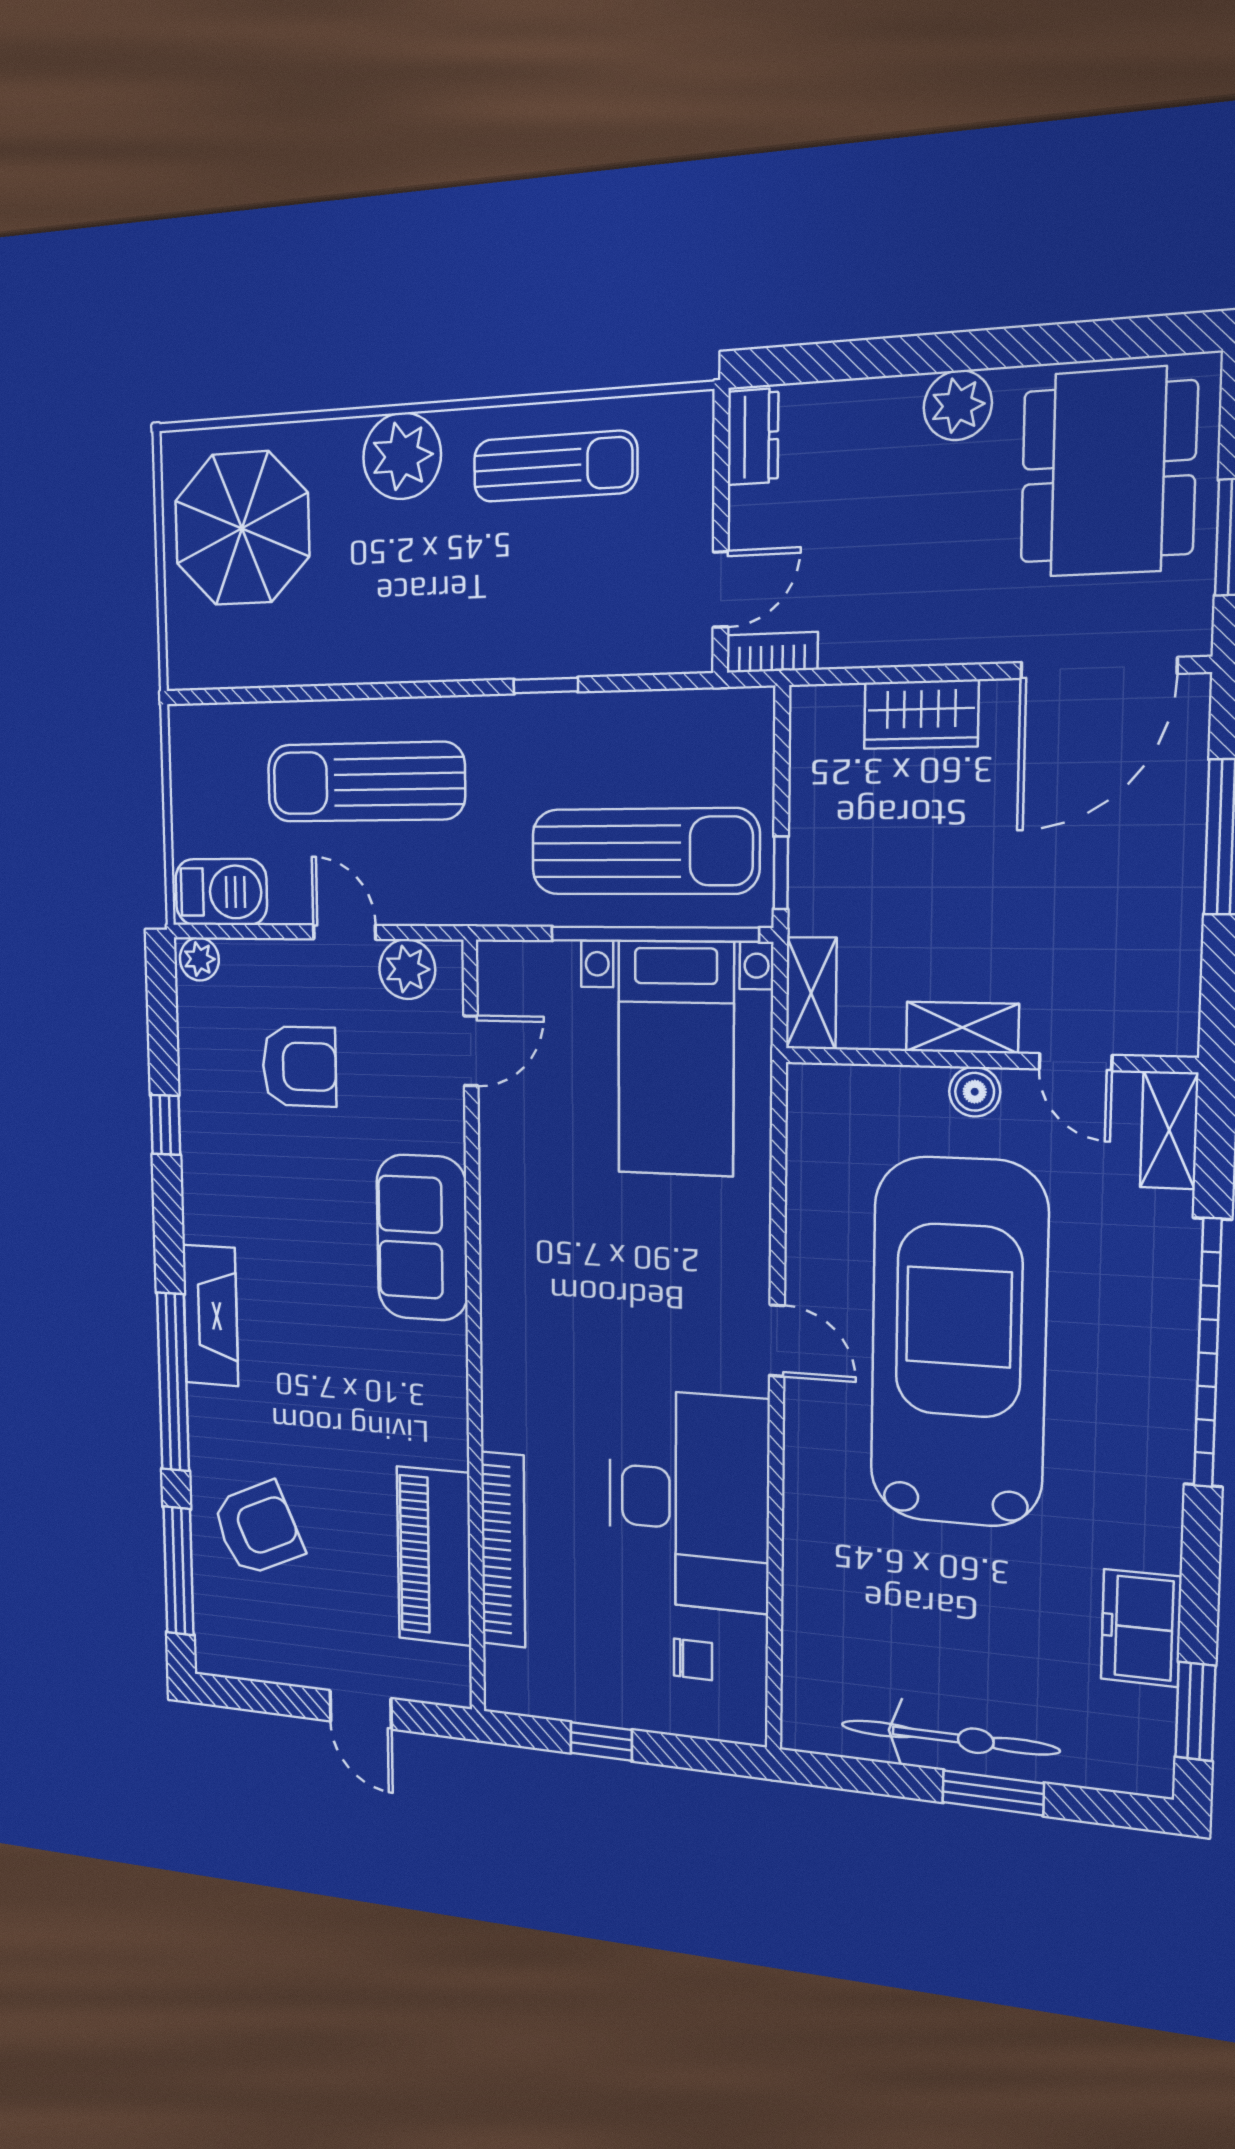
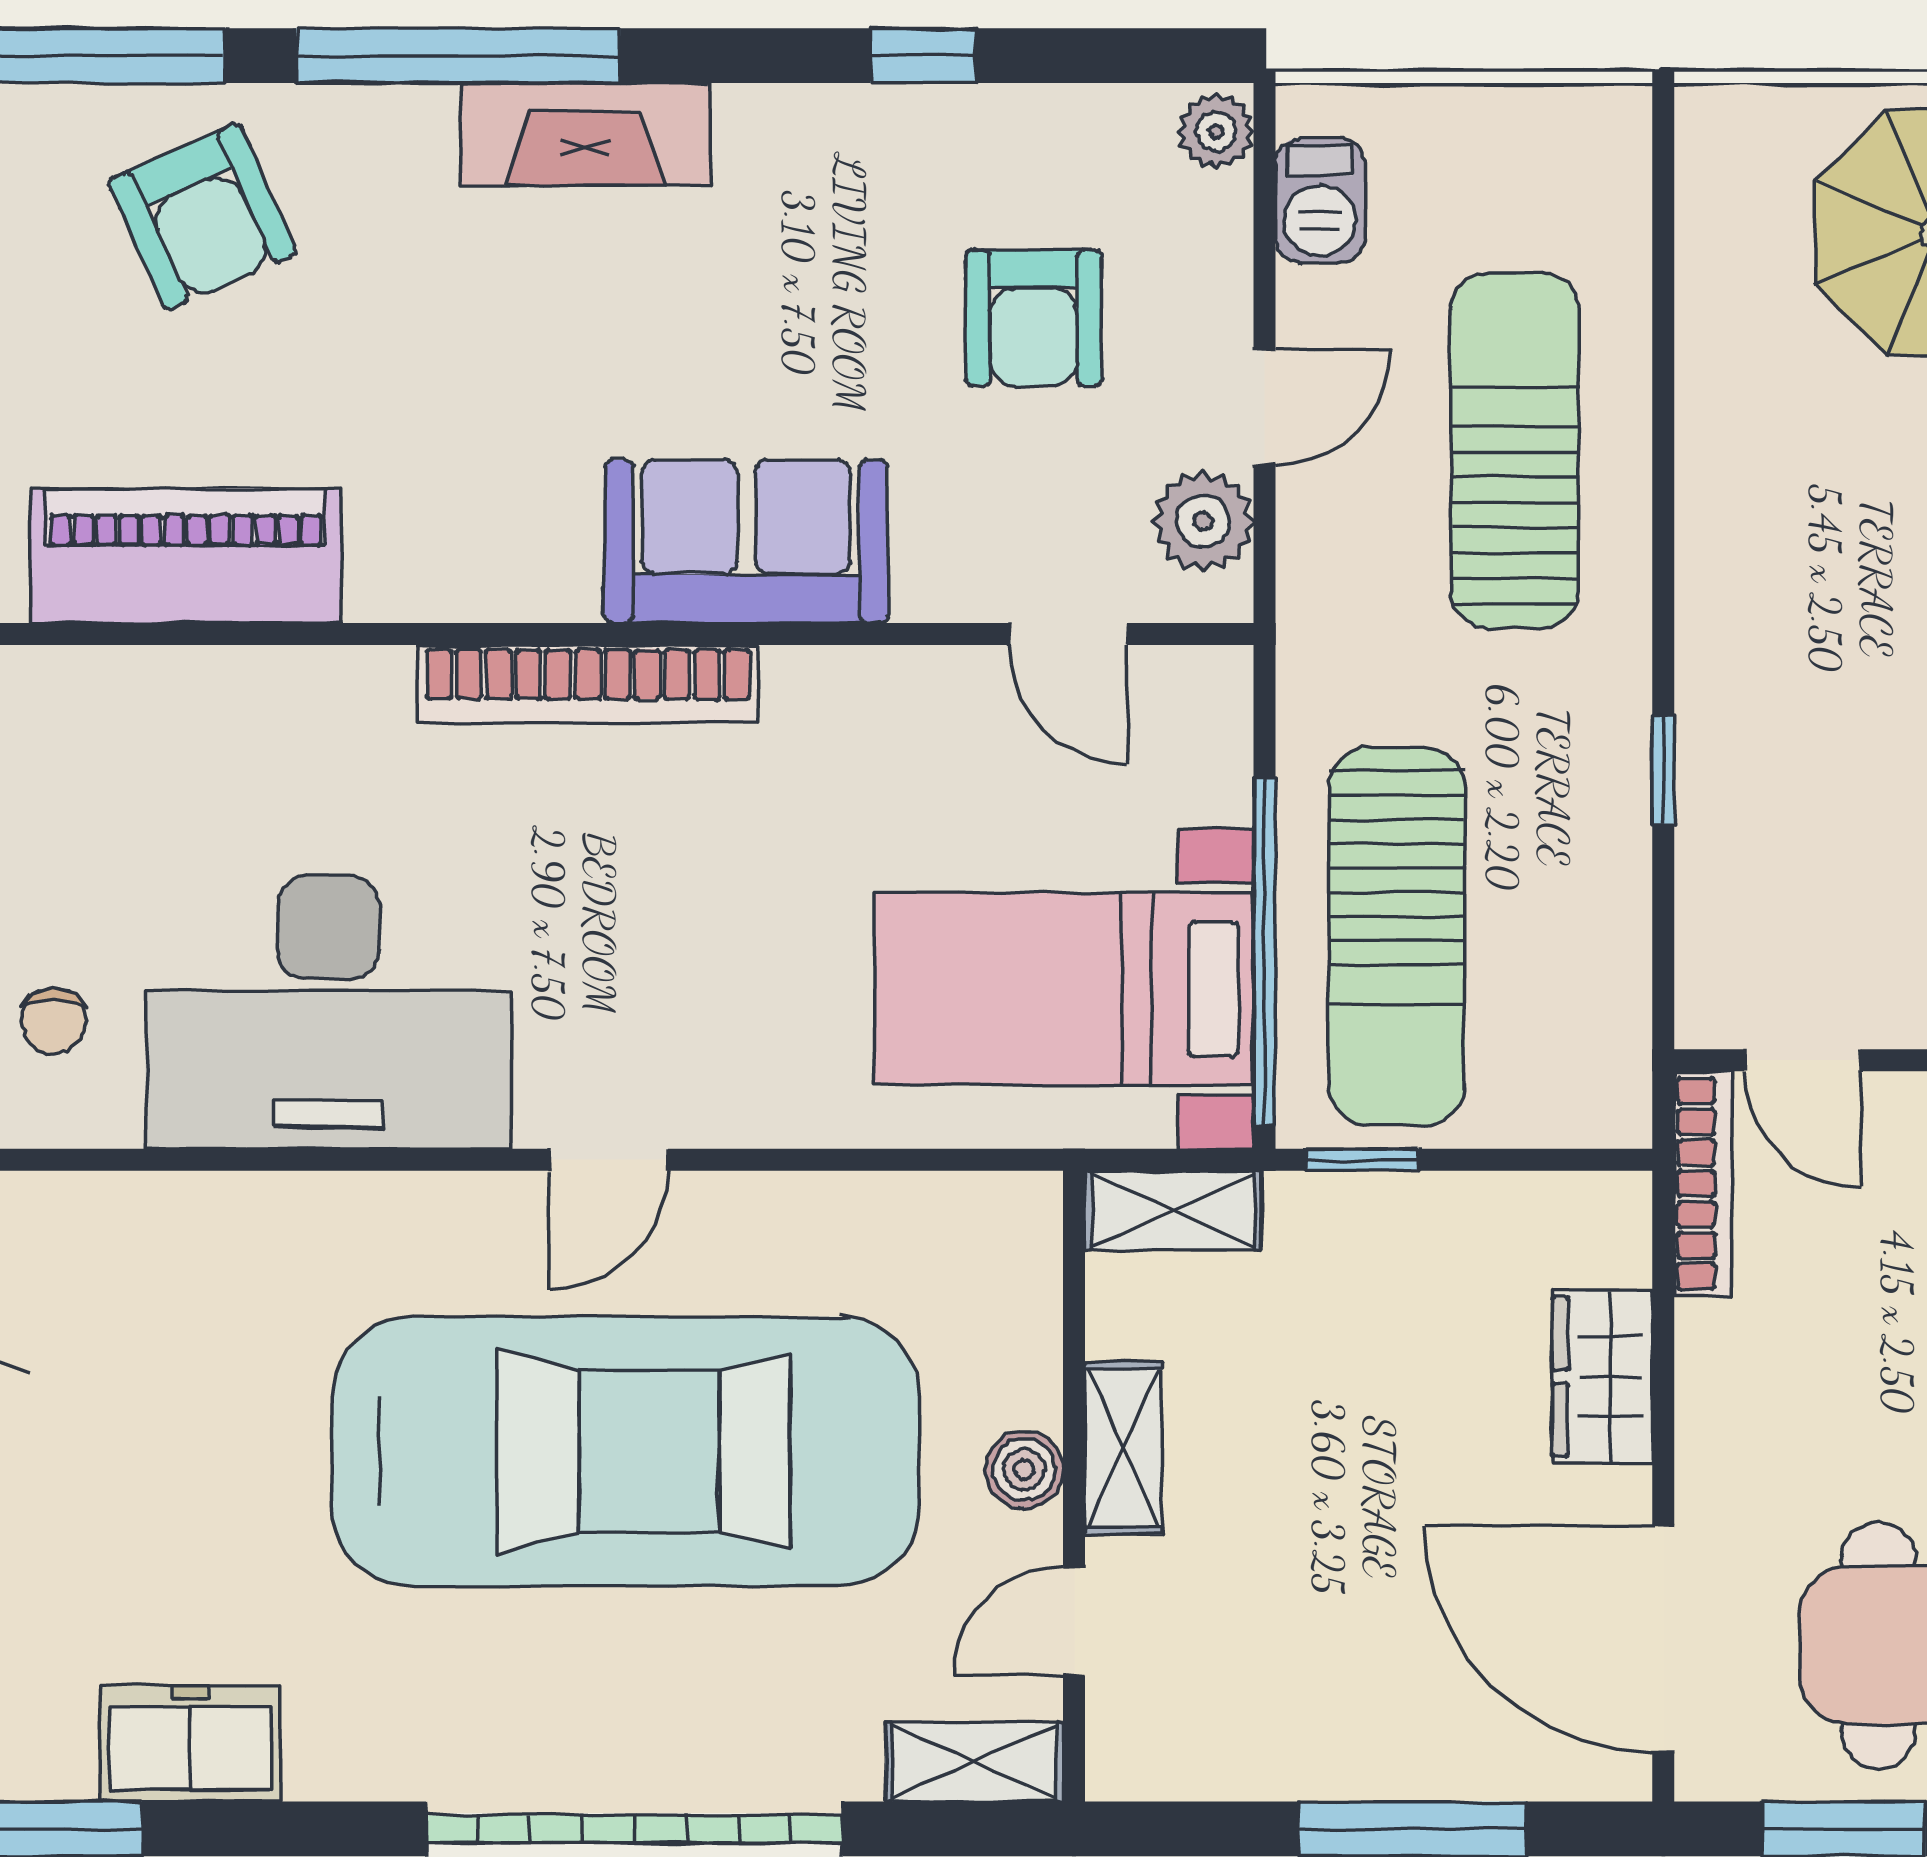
bookcase: (772, 652) -> (1703, 1184), width x1.56
barbecue: (221, 892) -> (1320, 200), width x0.73, depth x0.79
bookcase: (503, 1550) -> (588, 684), moved

